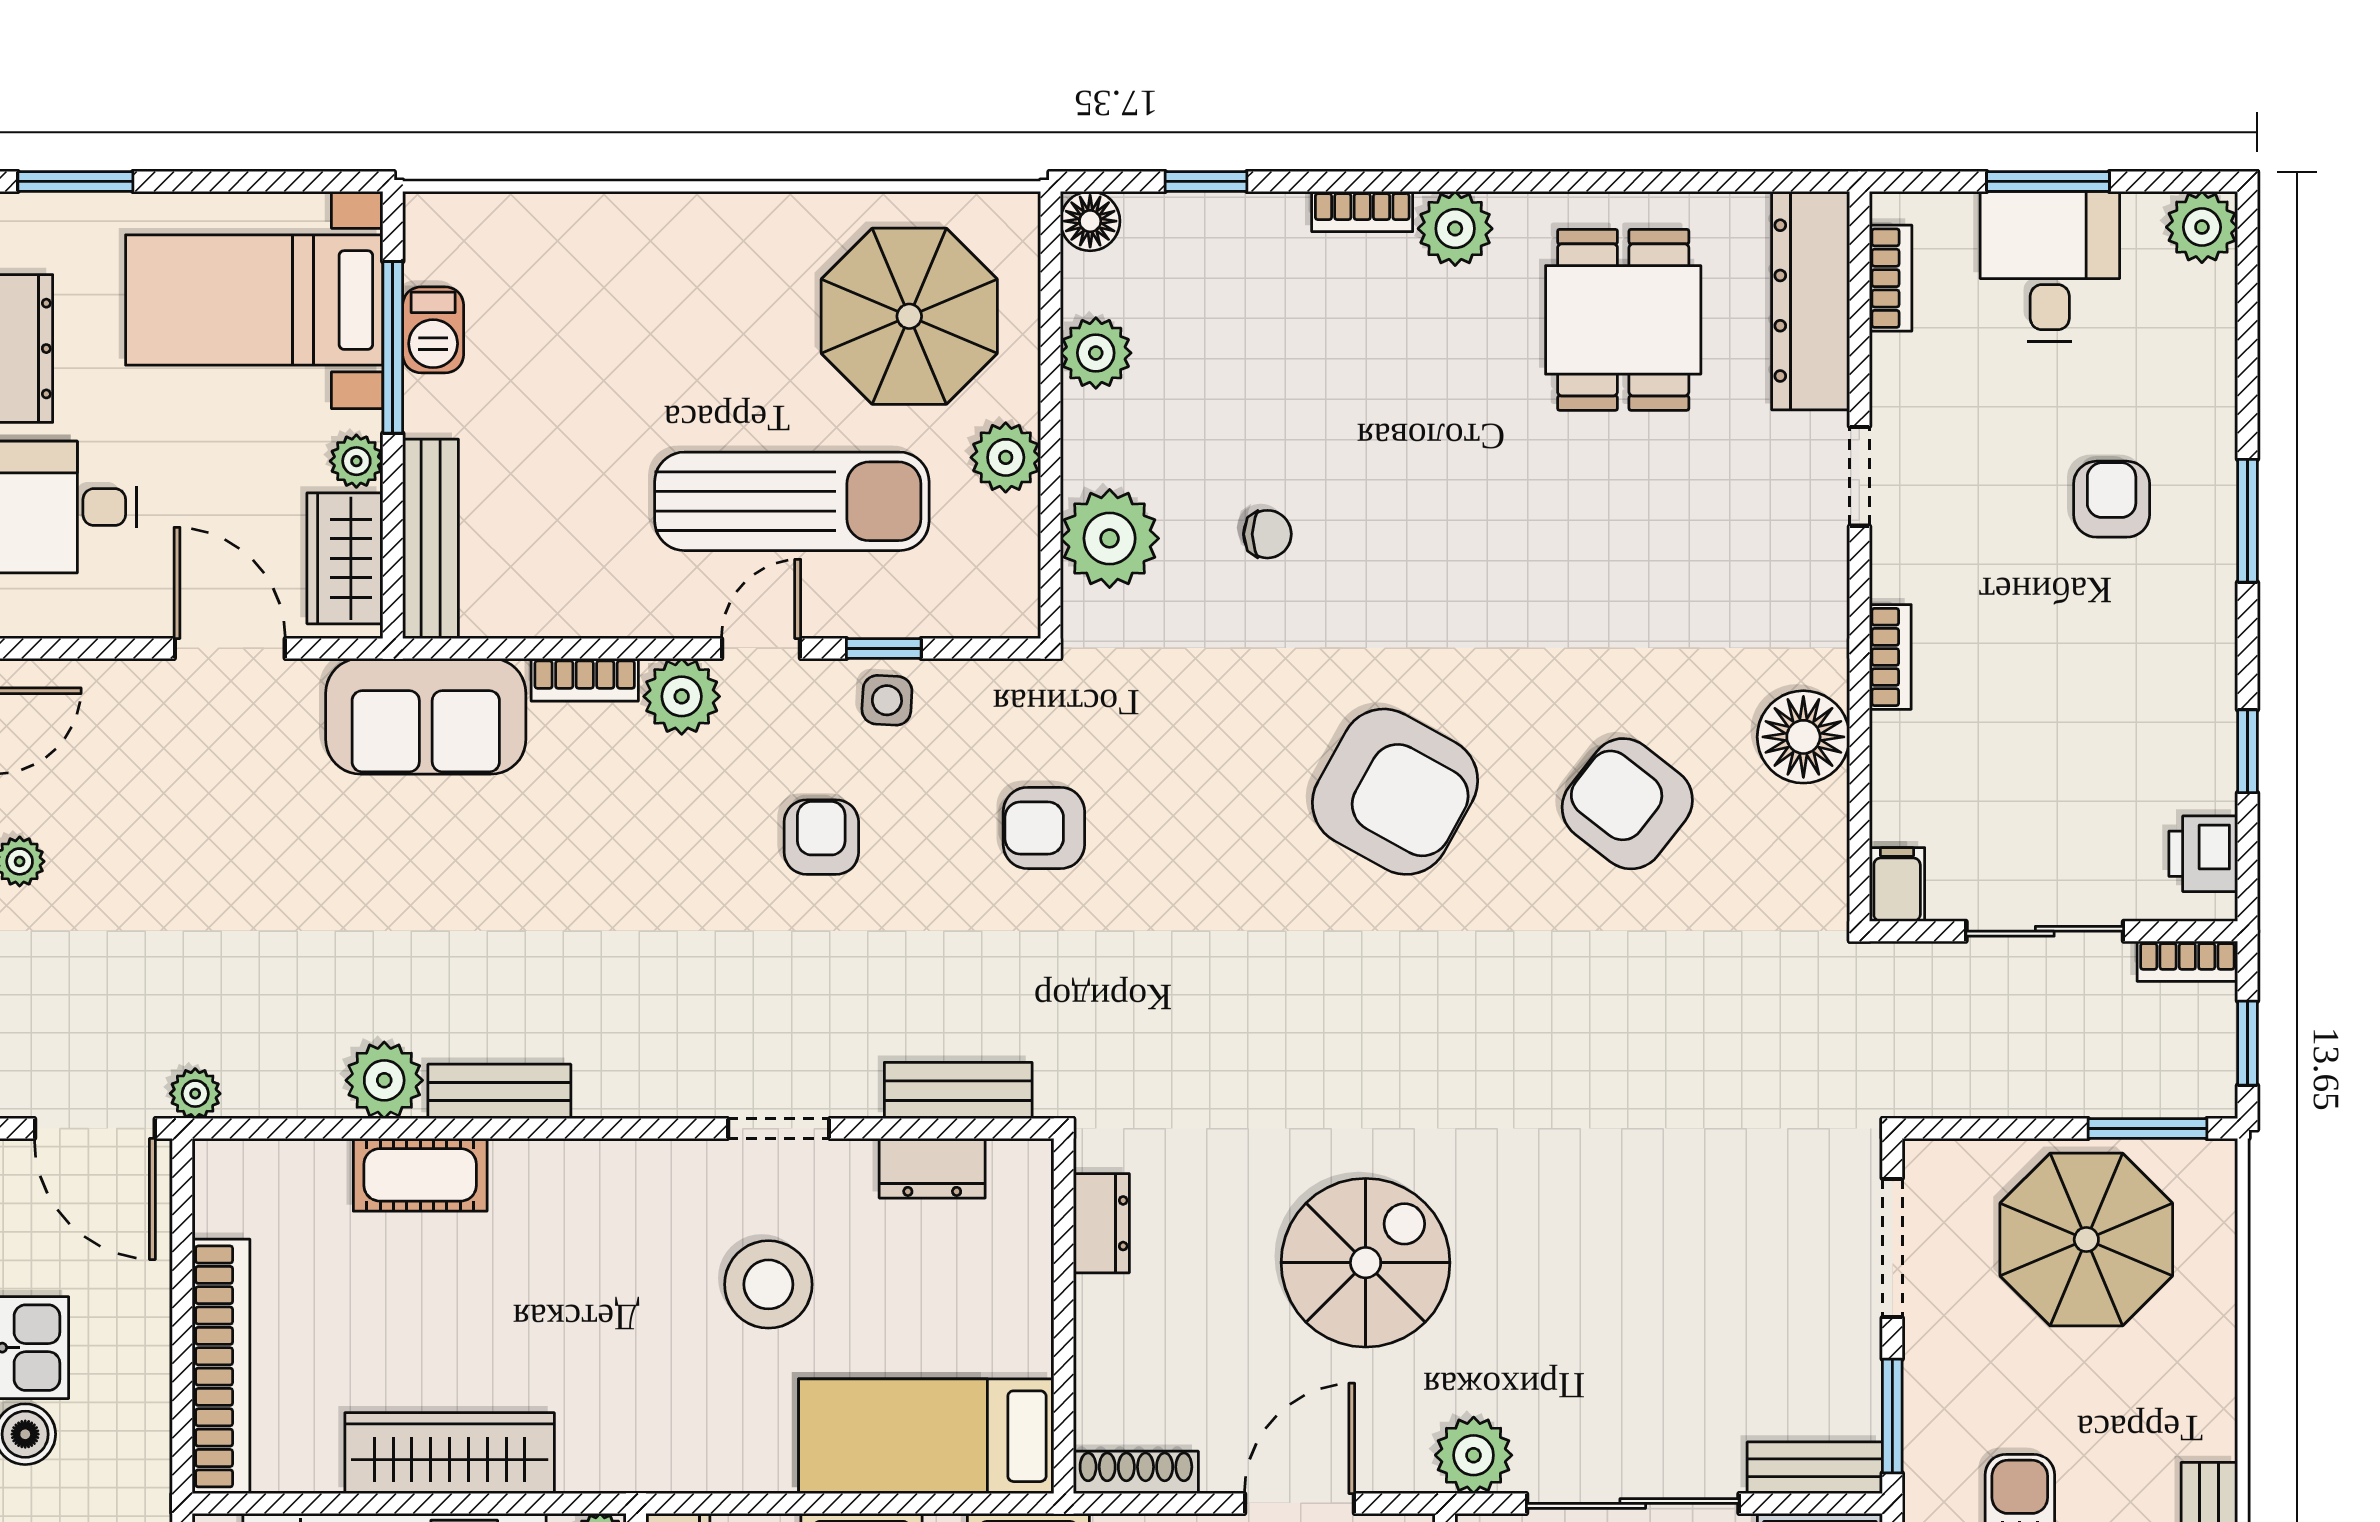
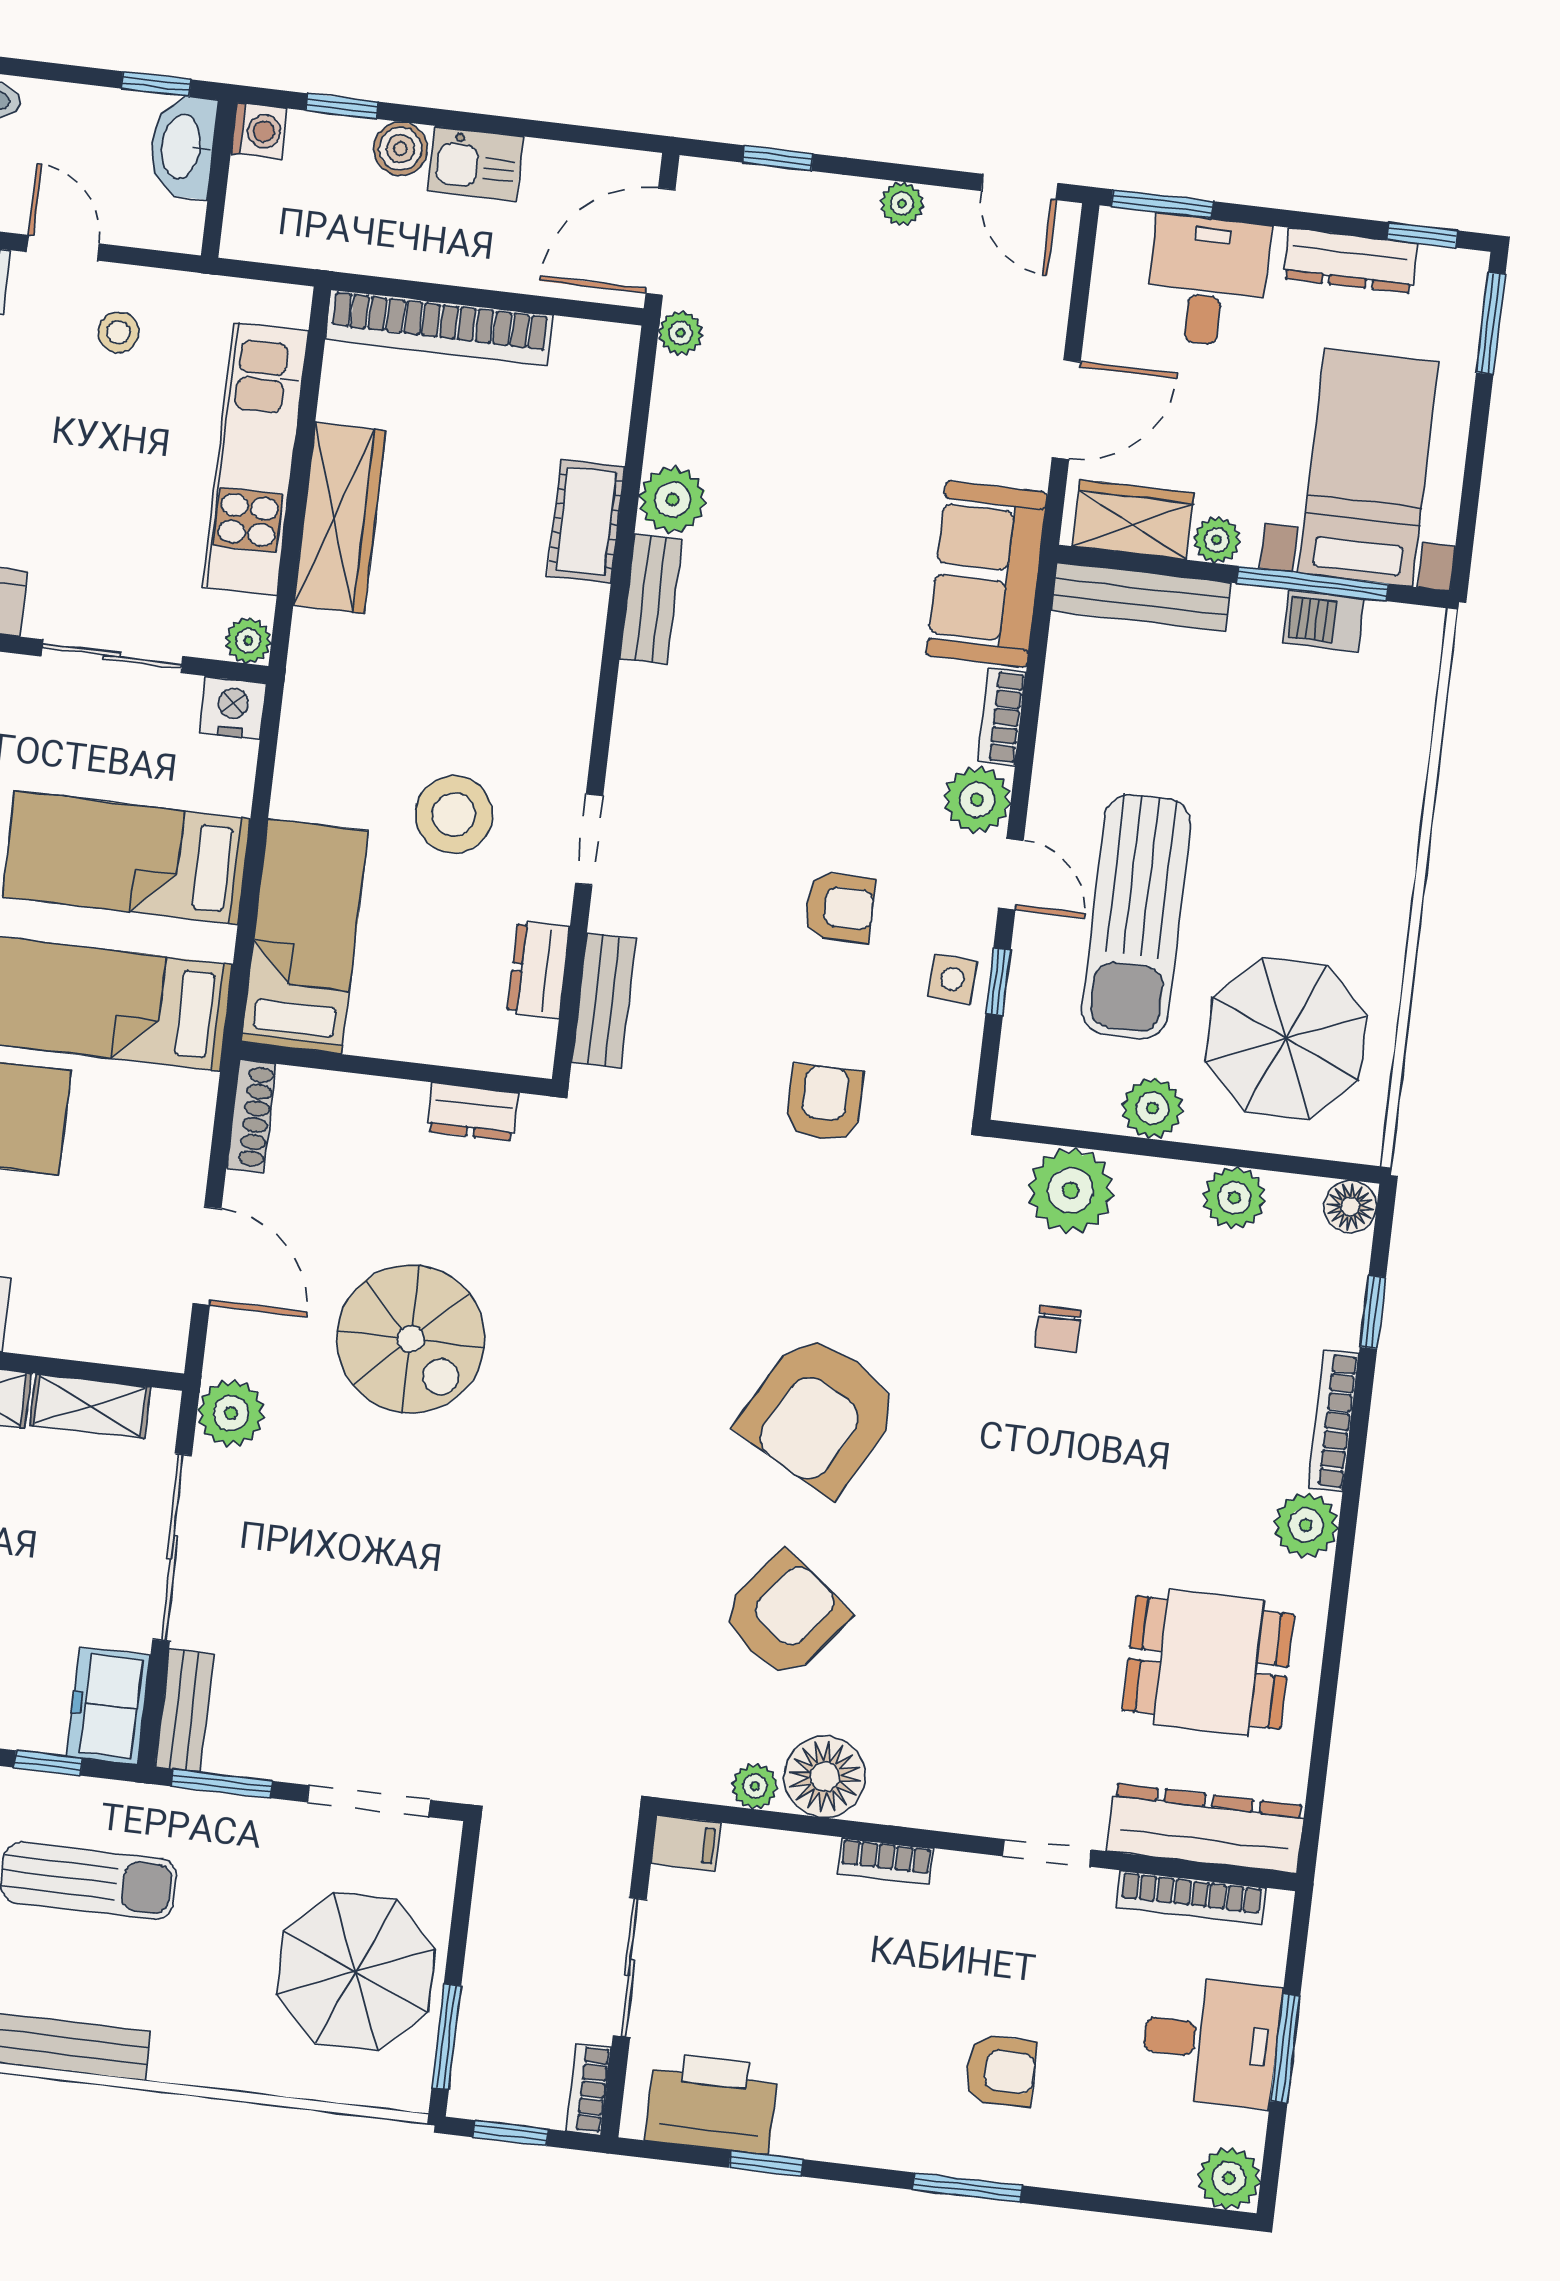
bookcase: (1362, 211) -> (1333, 1421), width x1.56
bookcase: (1891, 278) -> (1191, 1898), width x1.56
plant: (1824, 814) -> (755, 1786), added
printer: (2203, 854) -> (711, 2103), width x1.87, depth x1.48

